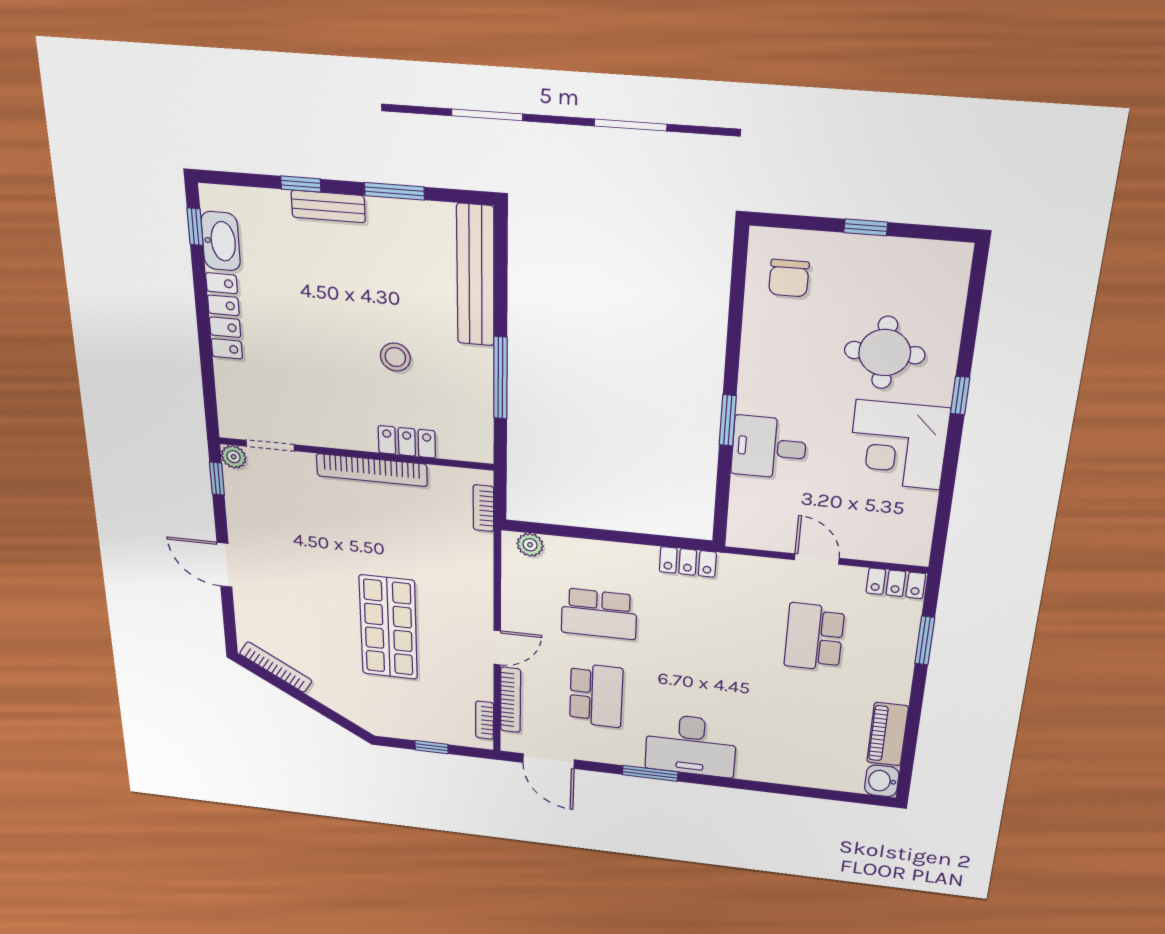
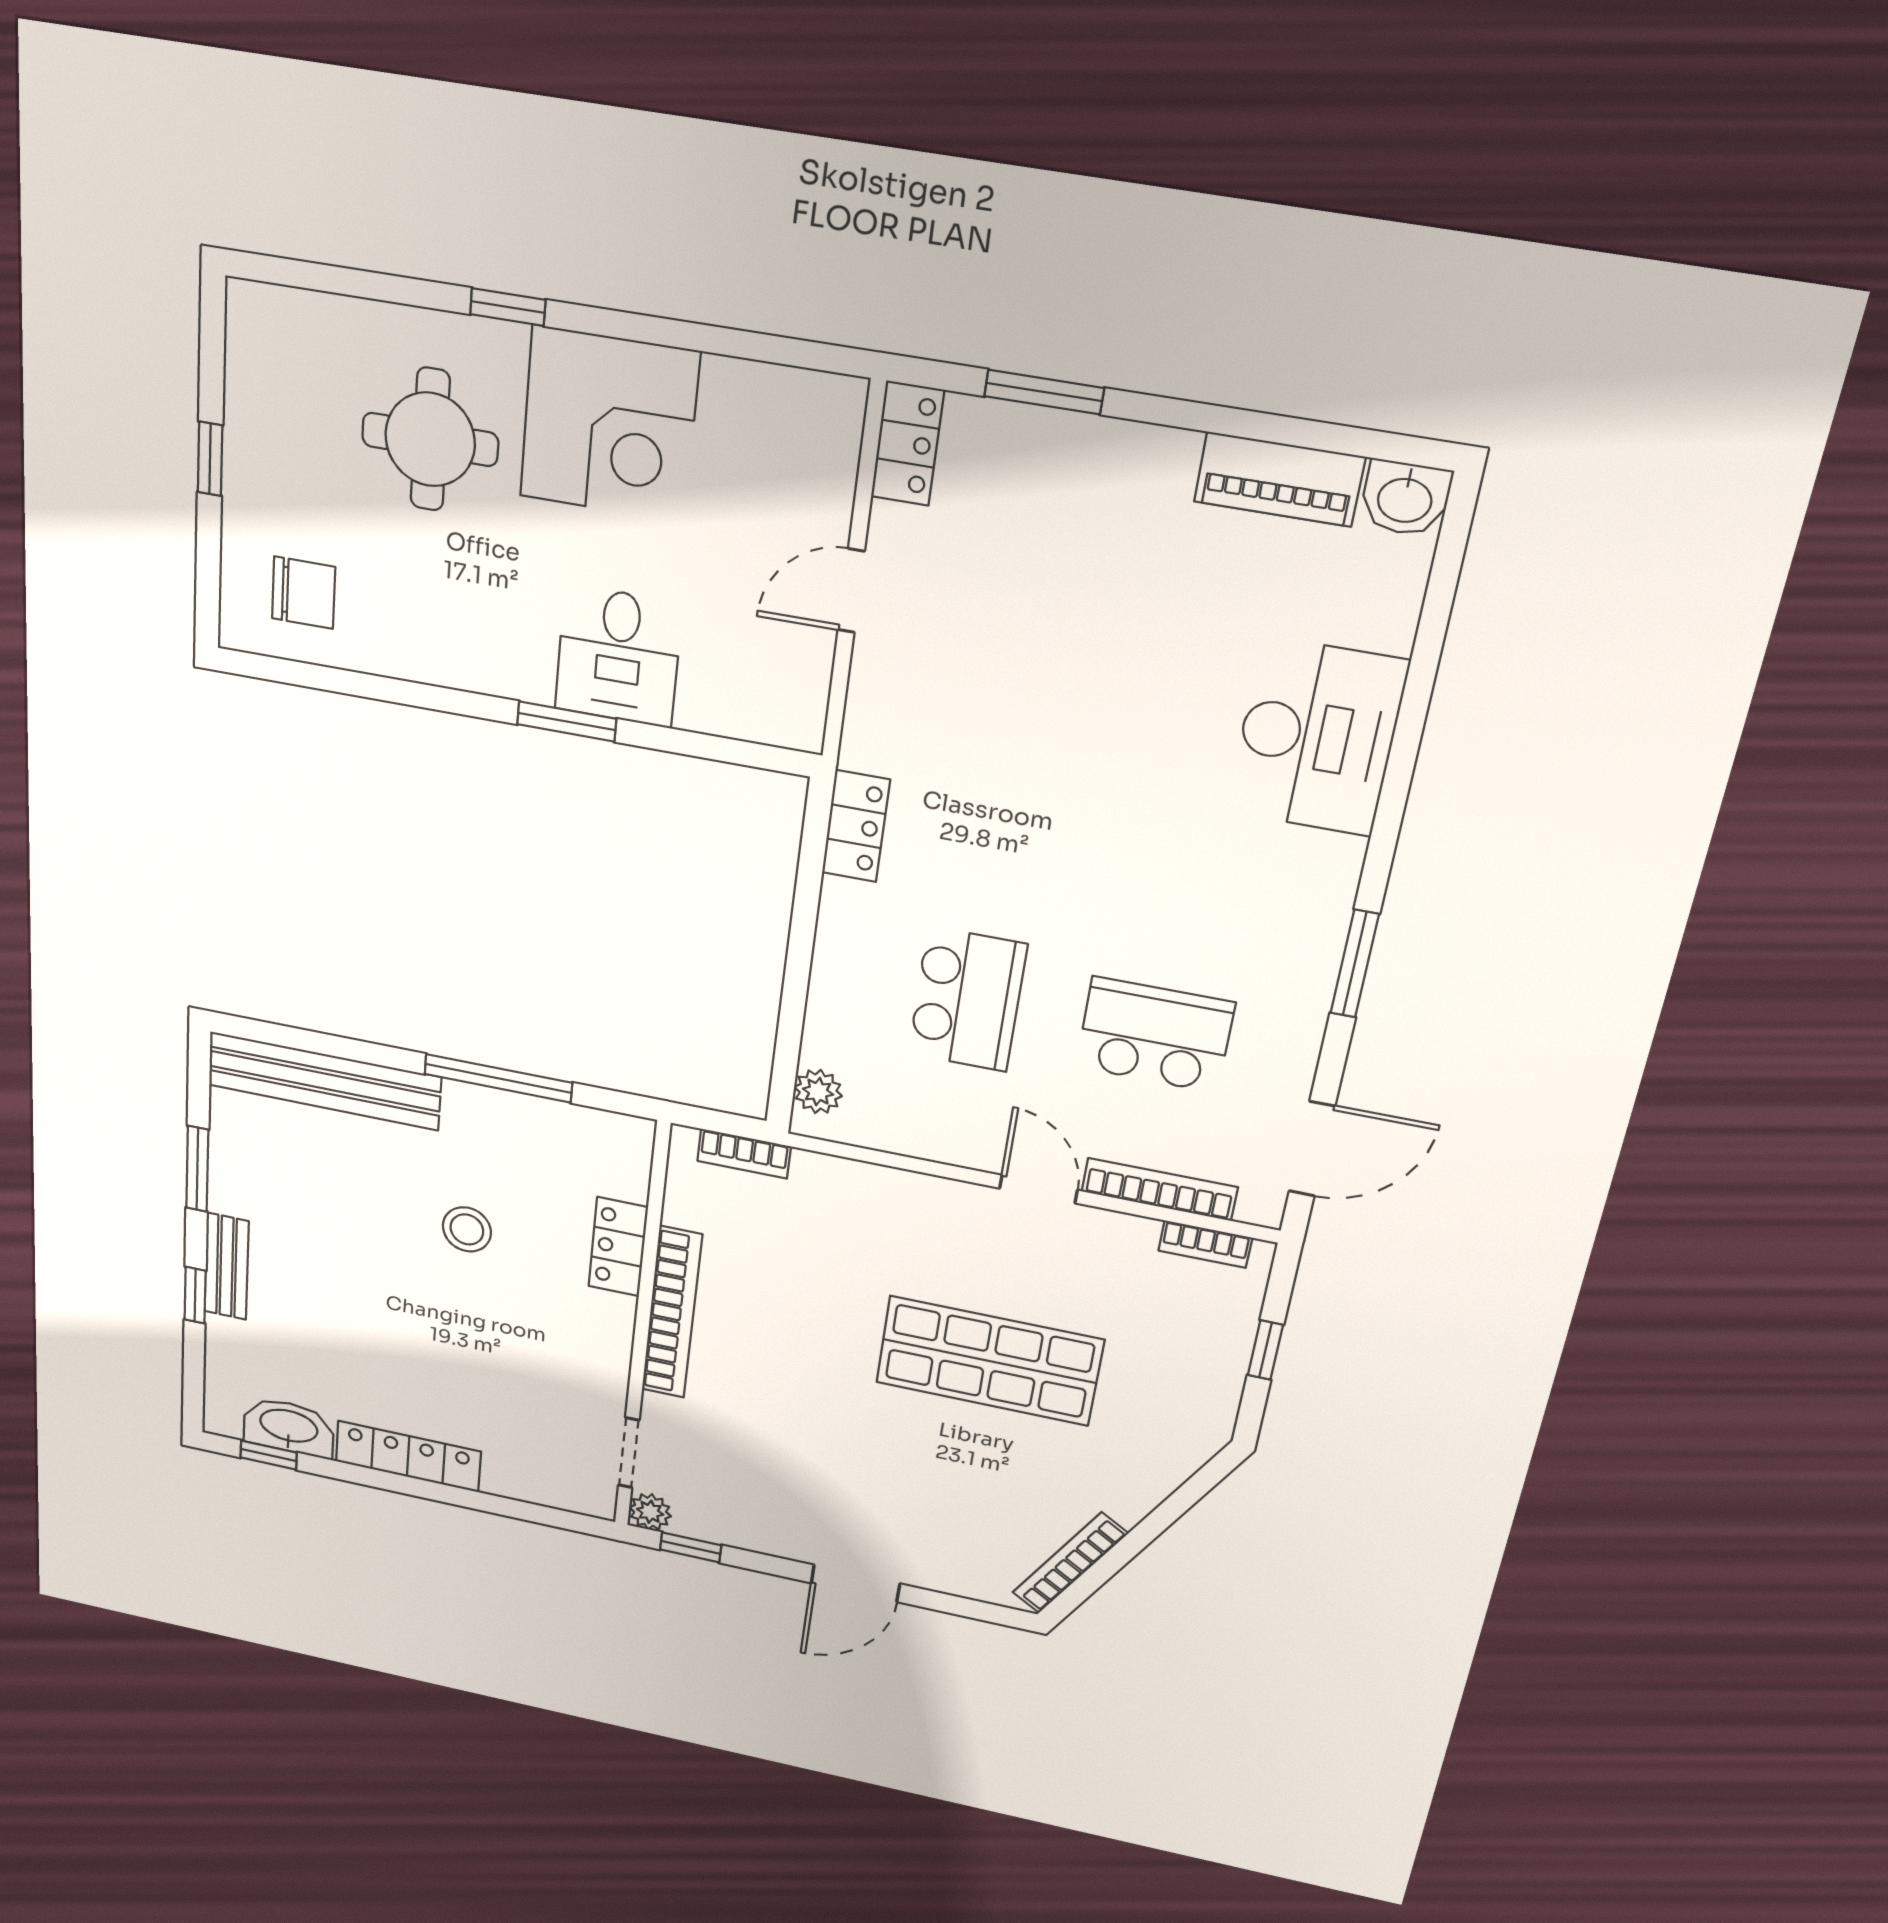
school desk: (814, 637) -> (1030, 610), removed
desk: (691, 745) -> (1317, 737), moved

